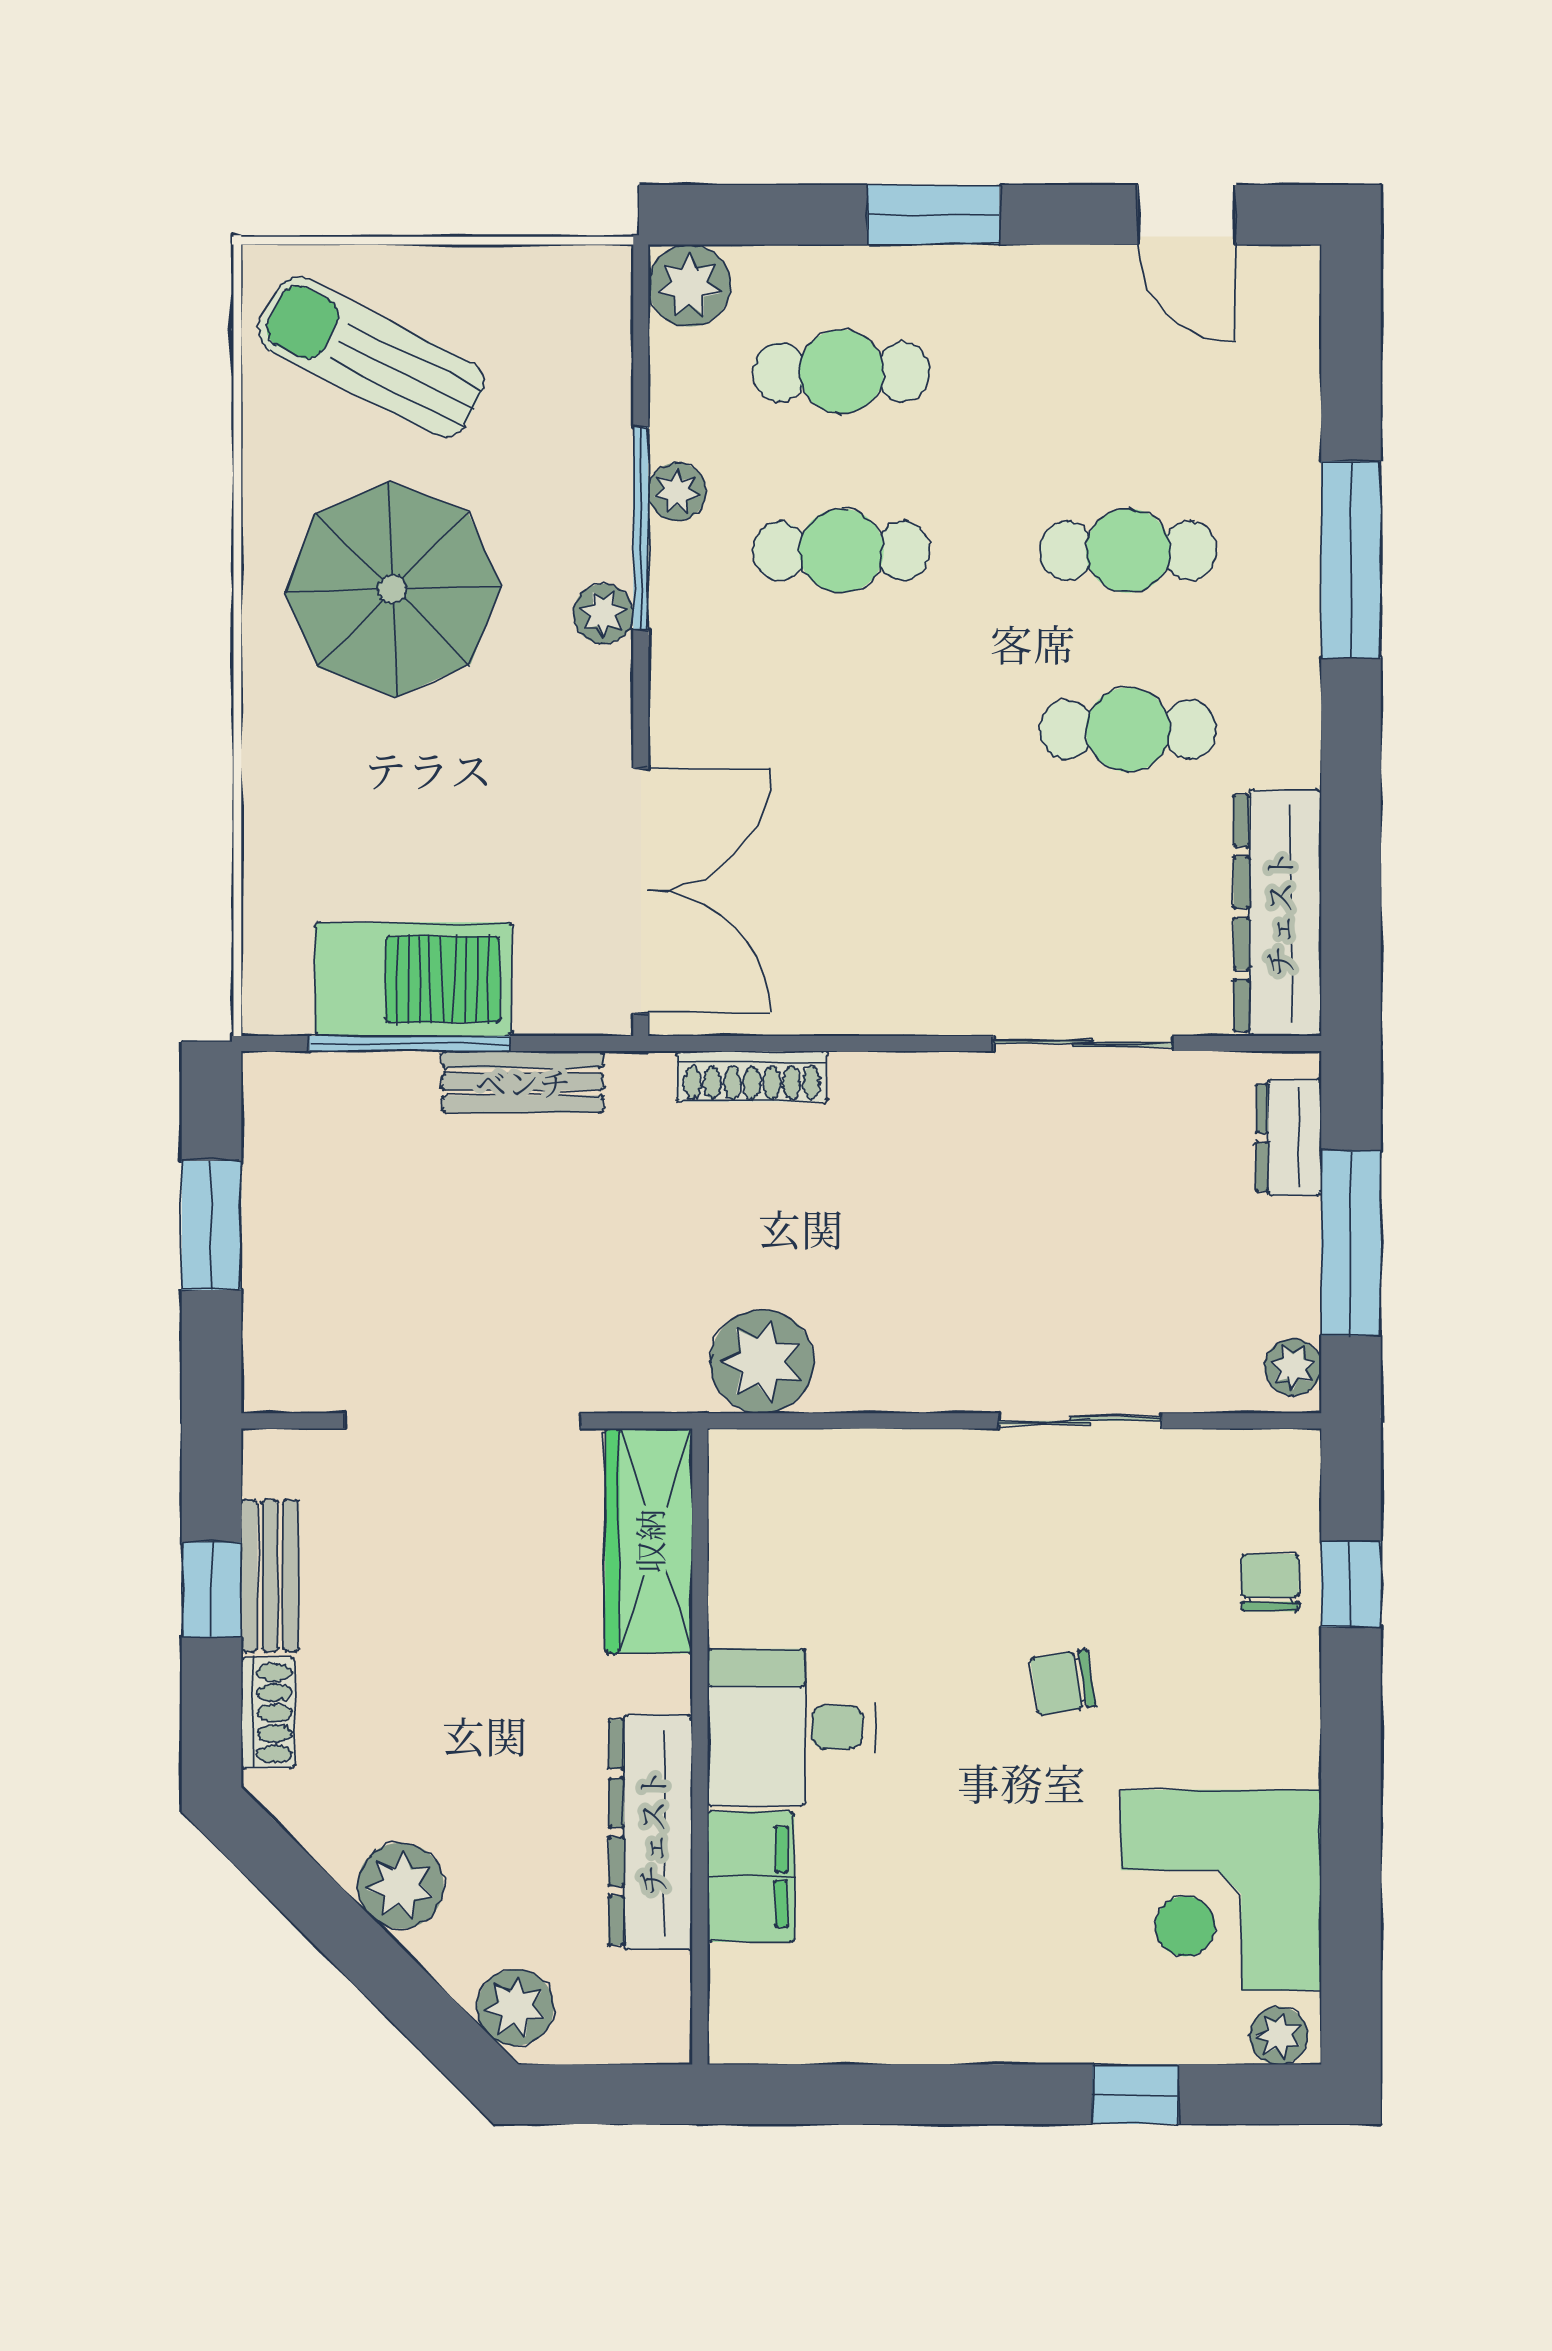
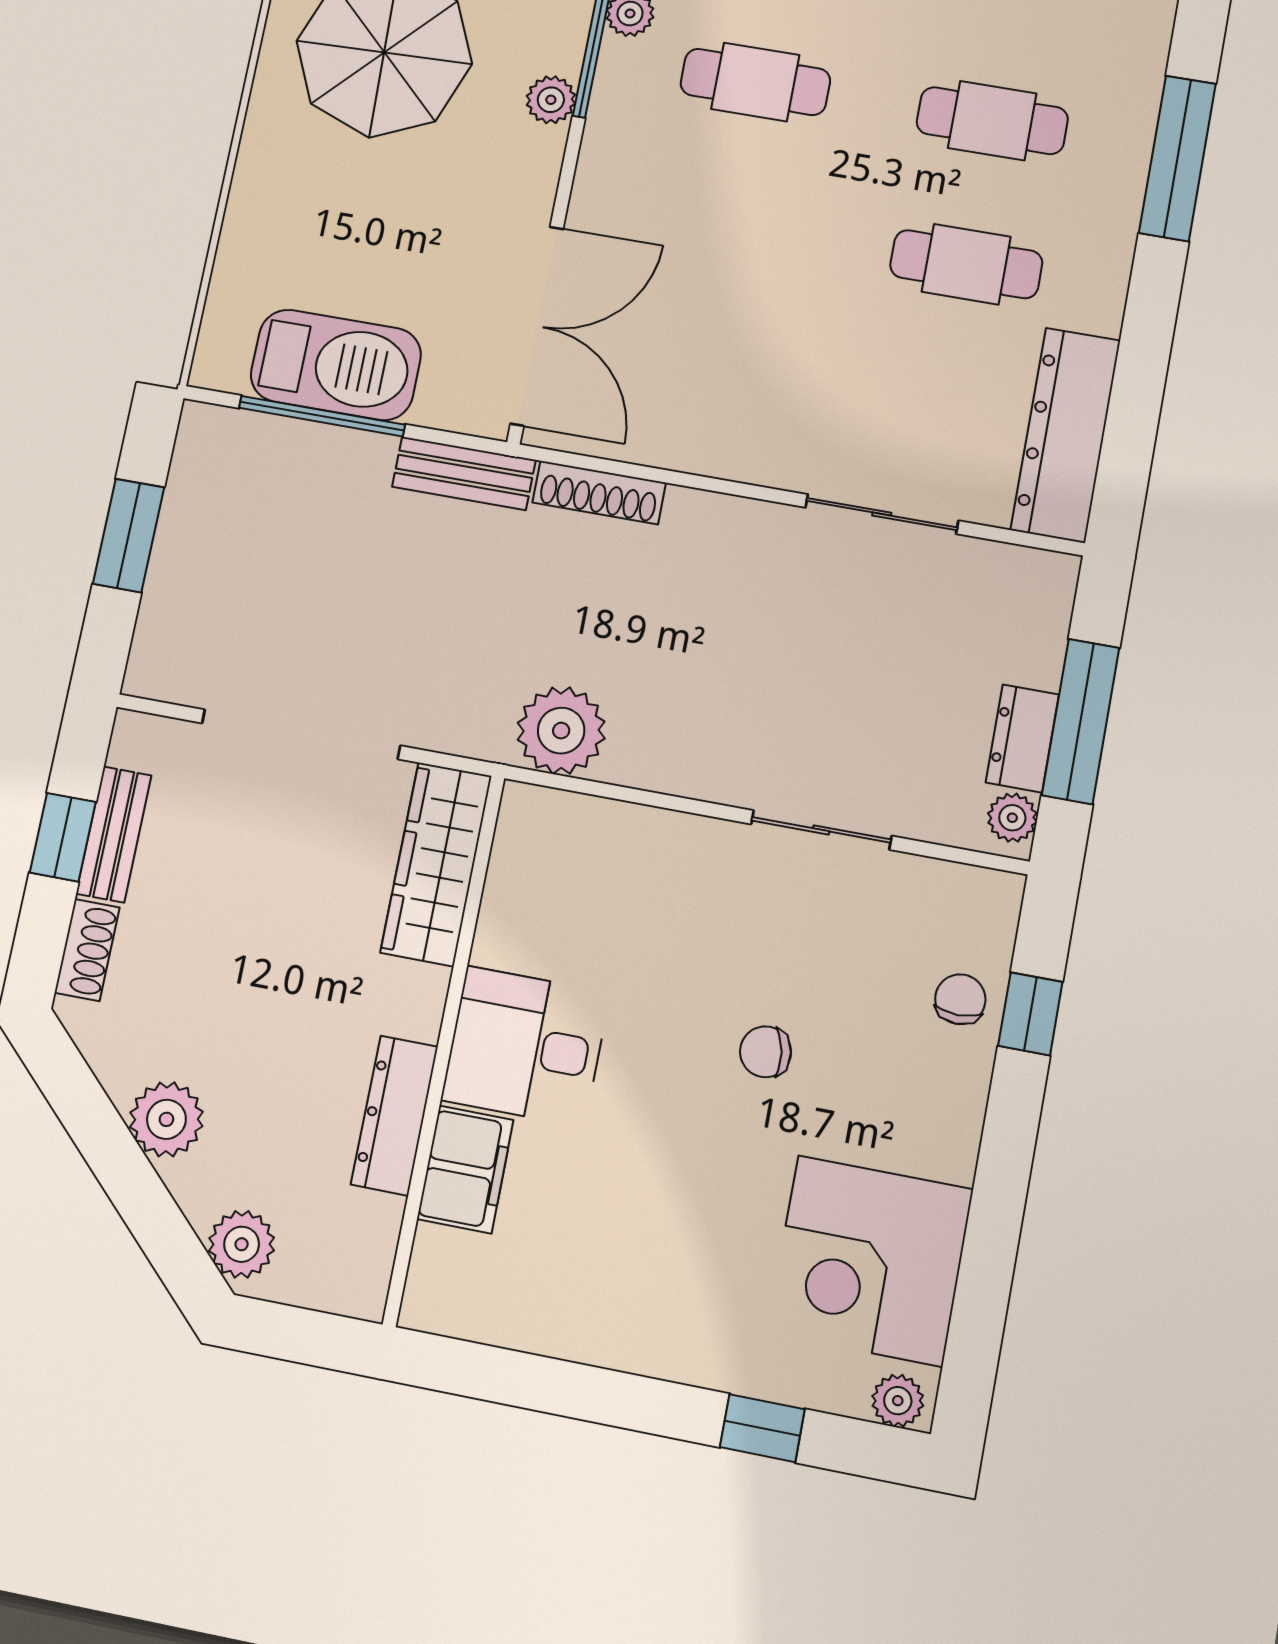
bench: (523, 1082) -> (464, 473), moved
dresser: (1289, 1138) -> (1022, 738), moved
dresser: (651, 1832) -> (394, 1115), width x0.73, depth x0.80

